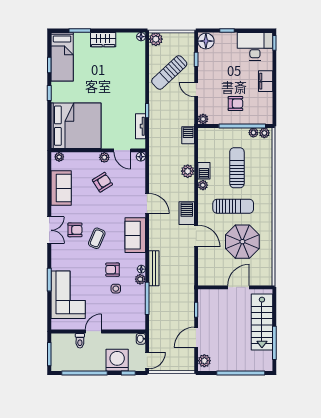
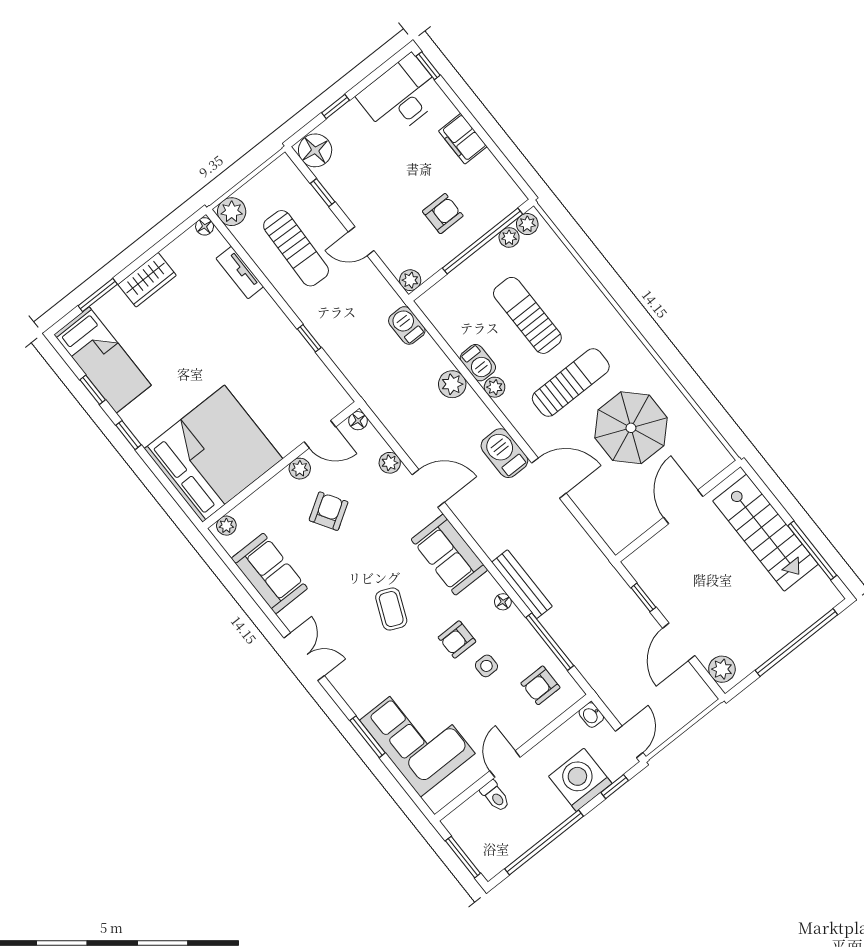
sun lounger: (169, 72) -> (296, 248), turned -45
tv unit: (141, 126) -> (240, 273), moved
armchair: (75, 230) -> (540, 685), moved, turned 180
plant: (140, 279) -> (390, 463), moved

